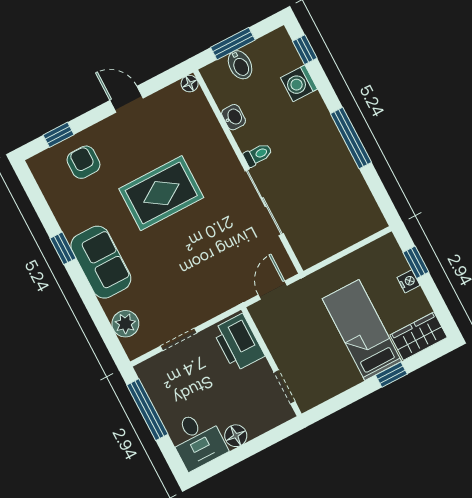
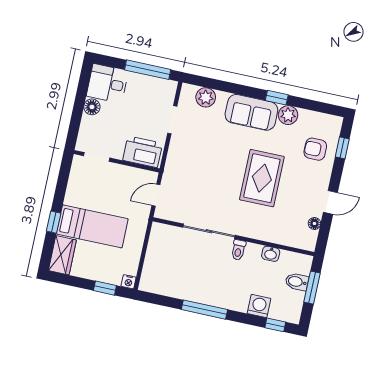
floor lamp: (190, 84) -> (314, 224), moved
armchair: (84, 162) -> (315, 149), turned 180
plant: (72, 221) -> (288, 115), added
nightstand: (408, 281) -> (129, 282), moved
door: (273, 290) -> (156, 195), swing flipped

